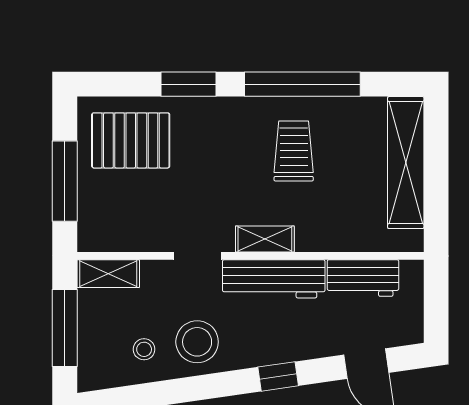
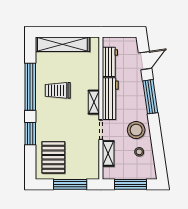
shelving: (108, 274) -> (108, 153), moved
window: (278, 376) -> (150, 97), width x2.17

